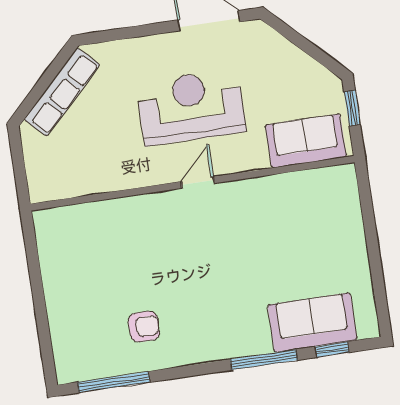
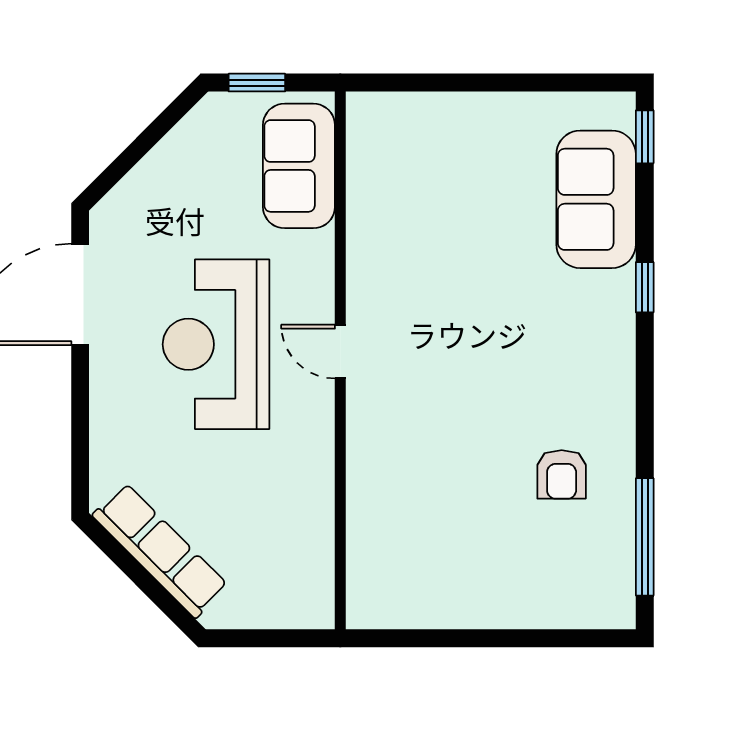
armchair: (144, 327) -> (562, 474), turned 180
window: (332, 349) -> (645, 137), moved
window: (264, 360) -> (645, 287), width x0.46

